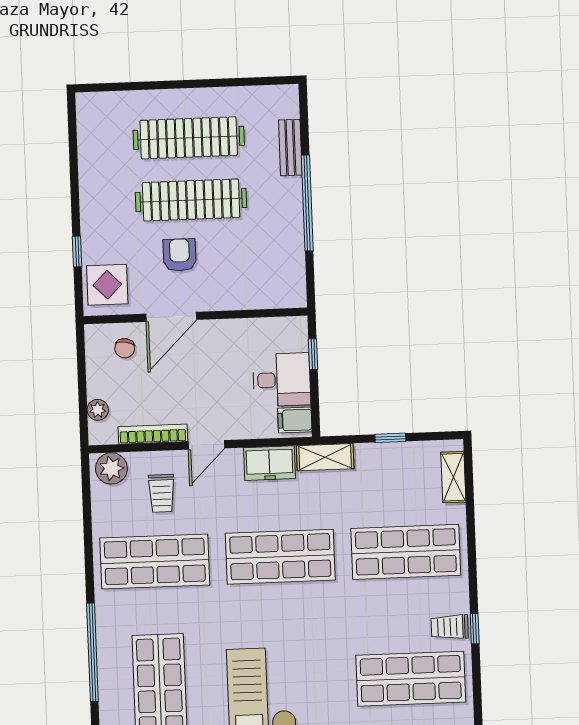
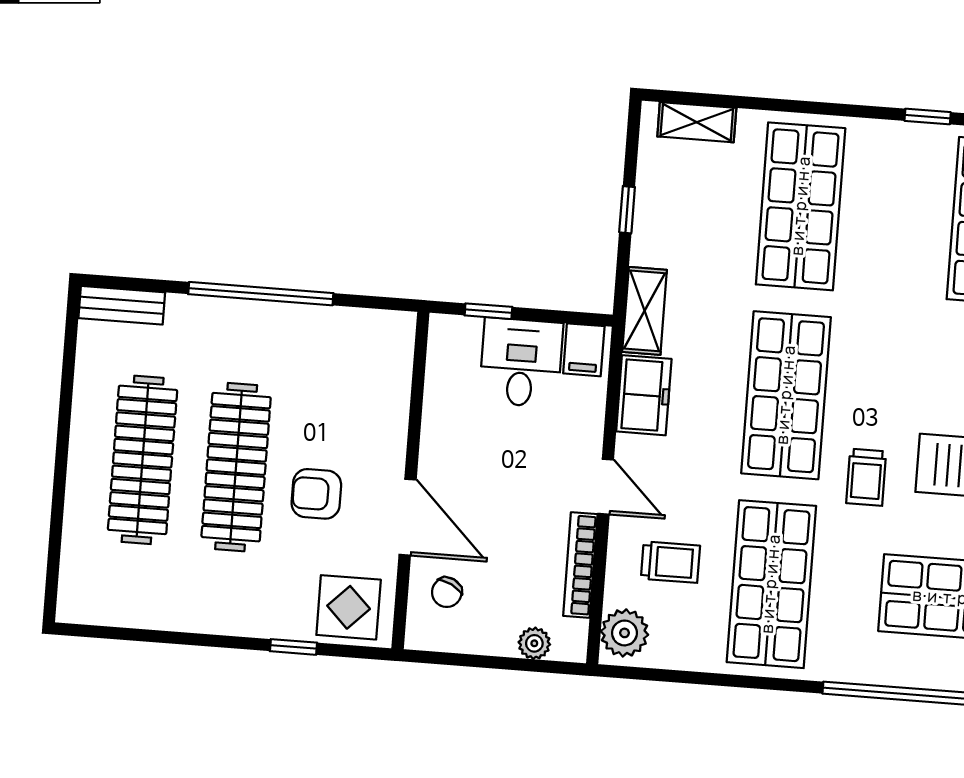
bench: (290, 148) -> (122, 305), moved
chair: (125, 348) -> (447, 592), turned 108
trolley: (450, 627) -> (866, 477), moved

